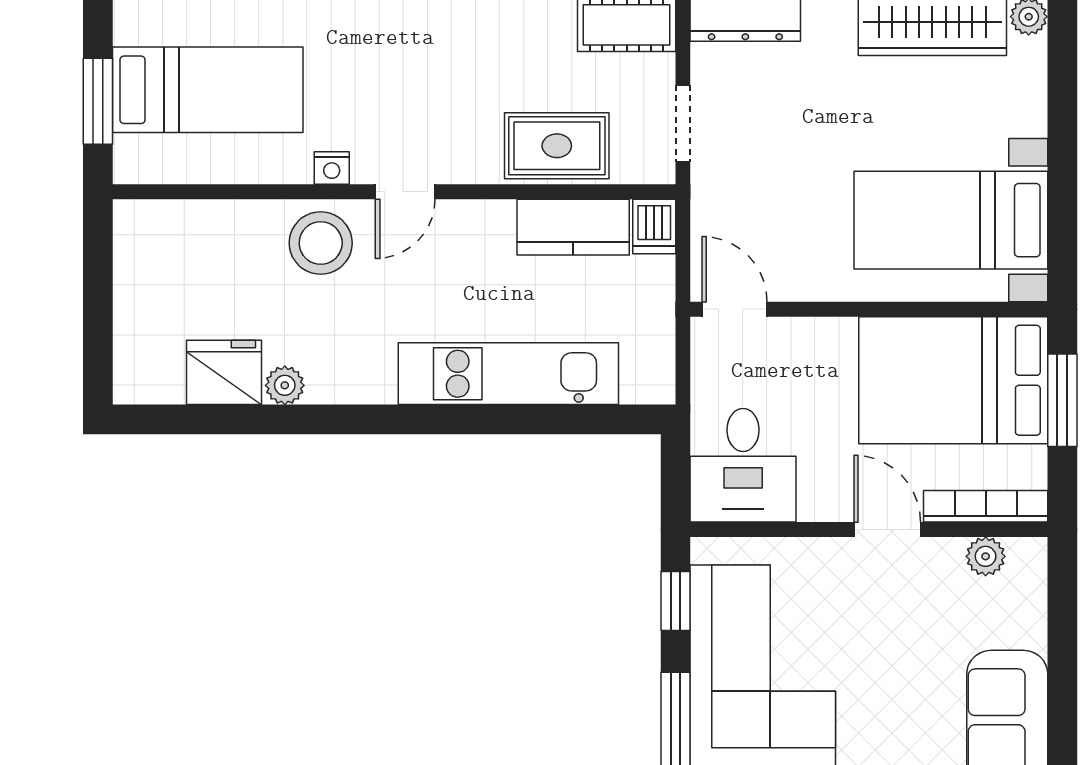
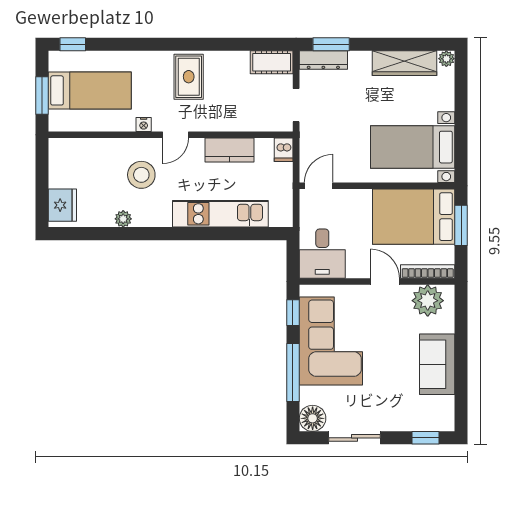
rug: (557, 146) -> (189, 77), moved, turned 90
kitchen counter: (573, 227) -> (229, 150), moved
stool: (321, 243) -> (141, 175), moved
door: (735, 309) -> (319, 186), hinge flipped
fridge: (224, 372) -> (62, 205), moved, turned 90
plant: (986, 556) -> (428, 301), width x1.87, depth x1.87

